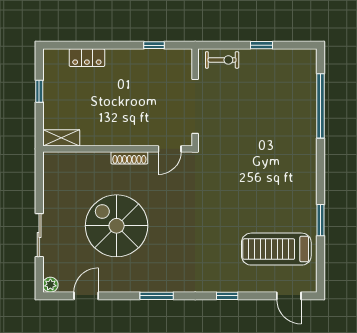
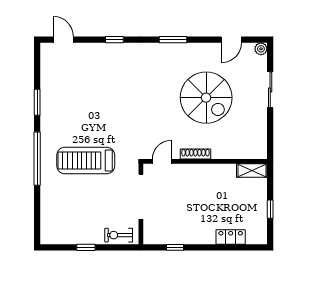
window: (321, 106) -> (37, 159), moved
treadmill: (276, 249) -> (86, 161), moved, turned 180

